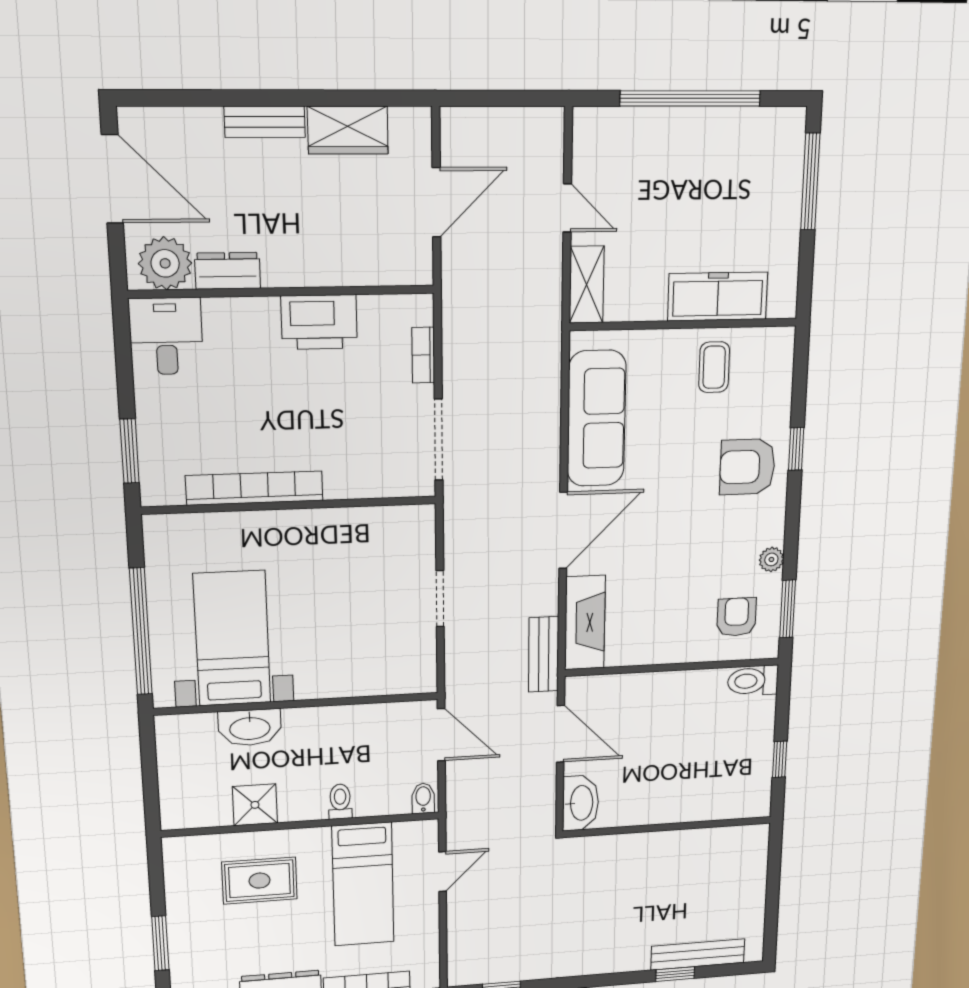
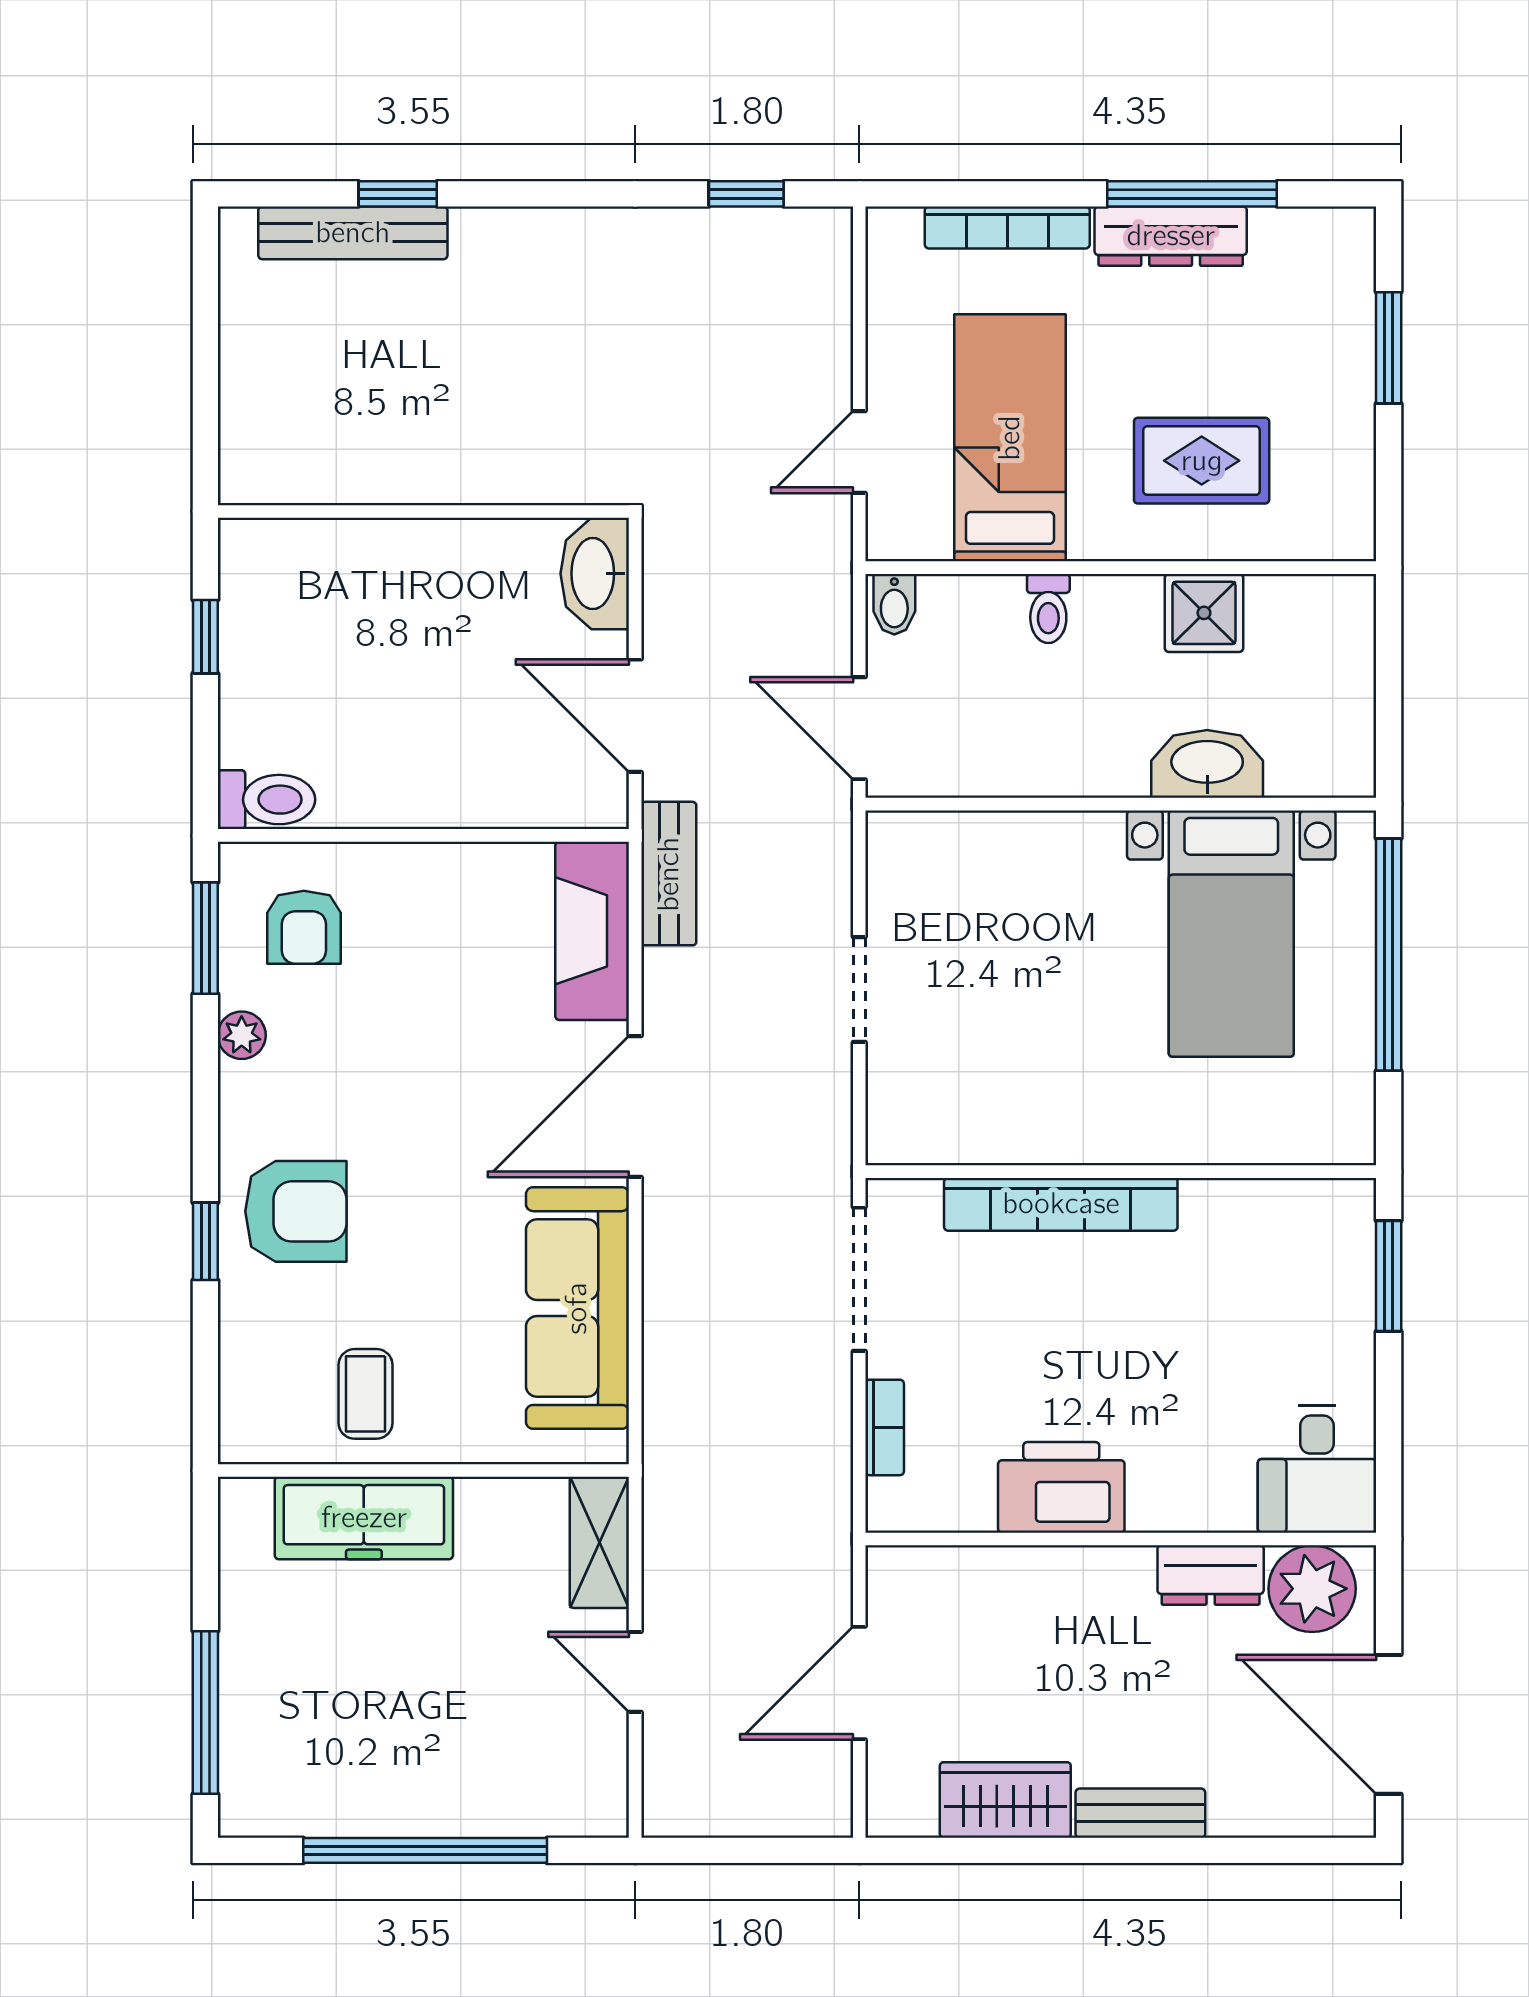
bookcase: (255, 488) -> (1061, 1204), moved

